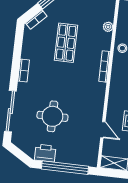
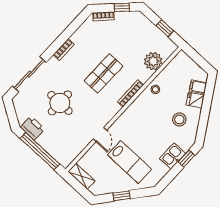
plant: (108, 27) -> (153, 61), width x1.88, depth x1.88
shop shelf: (66, 43) -> (104, 73), moved
door: (103, 130) -> (100, 135), moved

